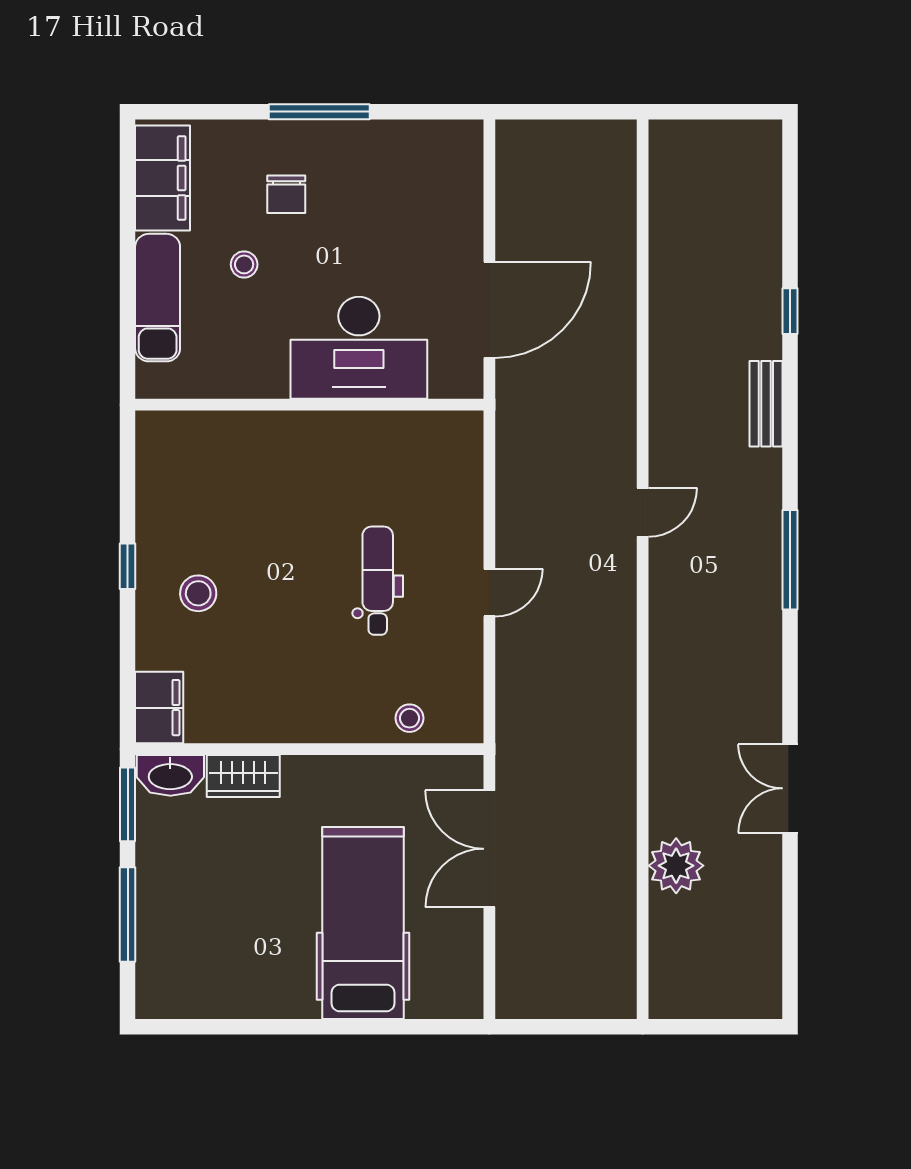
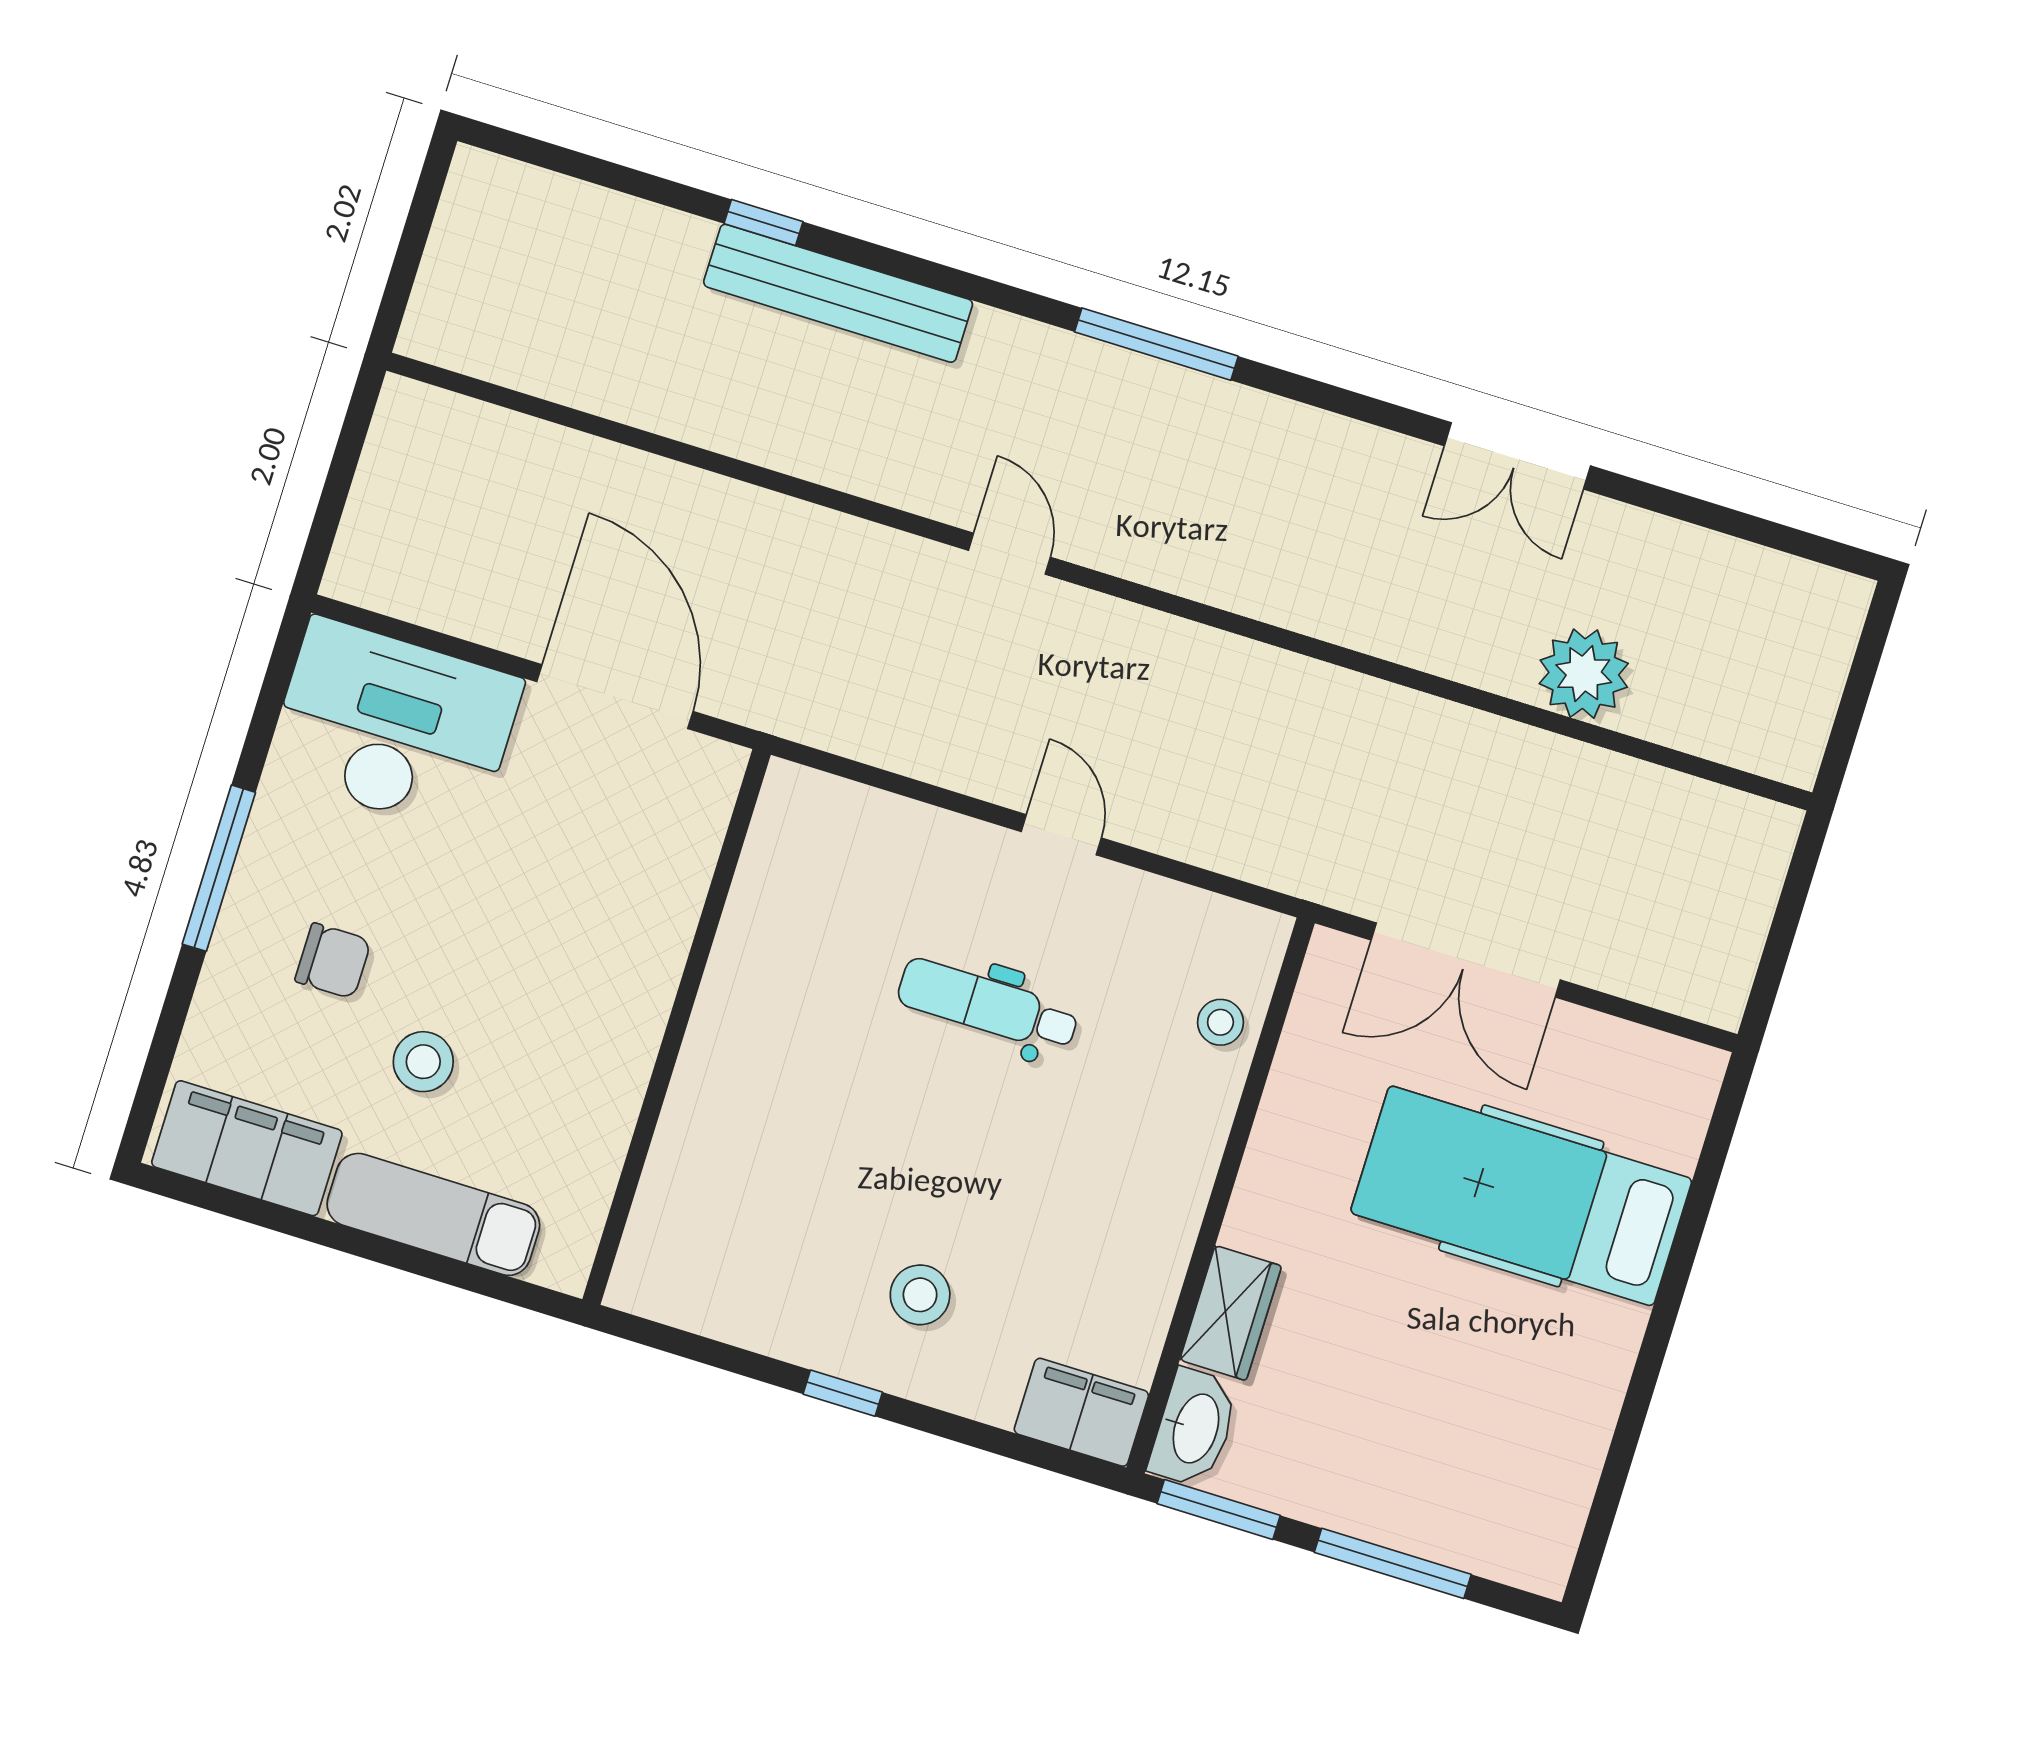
stool: (244, 264) -> (423, 1062), width x1.37, depth x1.37
desk: (359, 348) -> (394, 727), moved, turned -90
bench: (766, 404) -> (838, 293), width x1.86, depth x1.21

